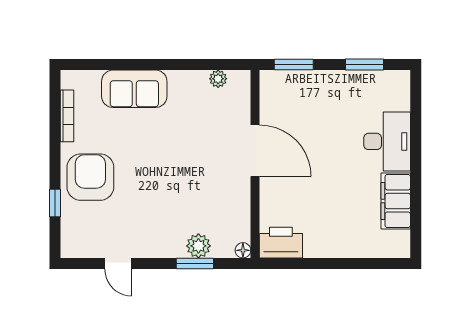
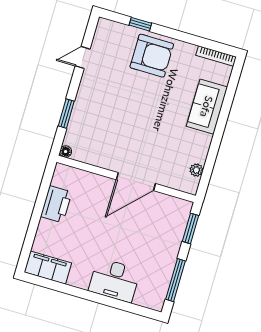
window: (365, 65) -> (175, 280), width x1.44
bookcase: (67, 116) -> (216, 56), moved
filing cabinet: (396, 201) -> (48, 268), moved
printer: (281, 243) -> (56, 204), moved
plant: (198, 246) -> (78, 120), removed

